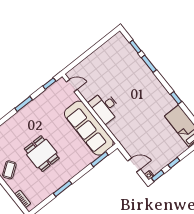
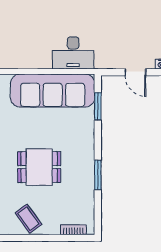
desk: (105, 107) -> (73, 53), moved
door: (134, 165) -> (135, 72), swing flipped

